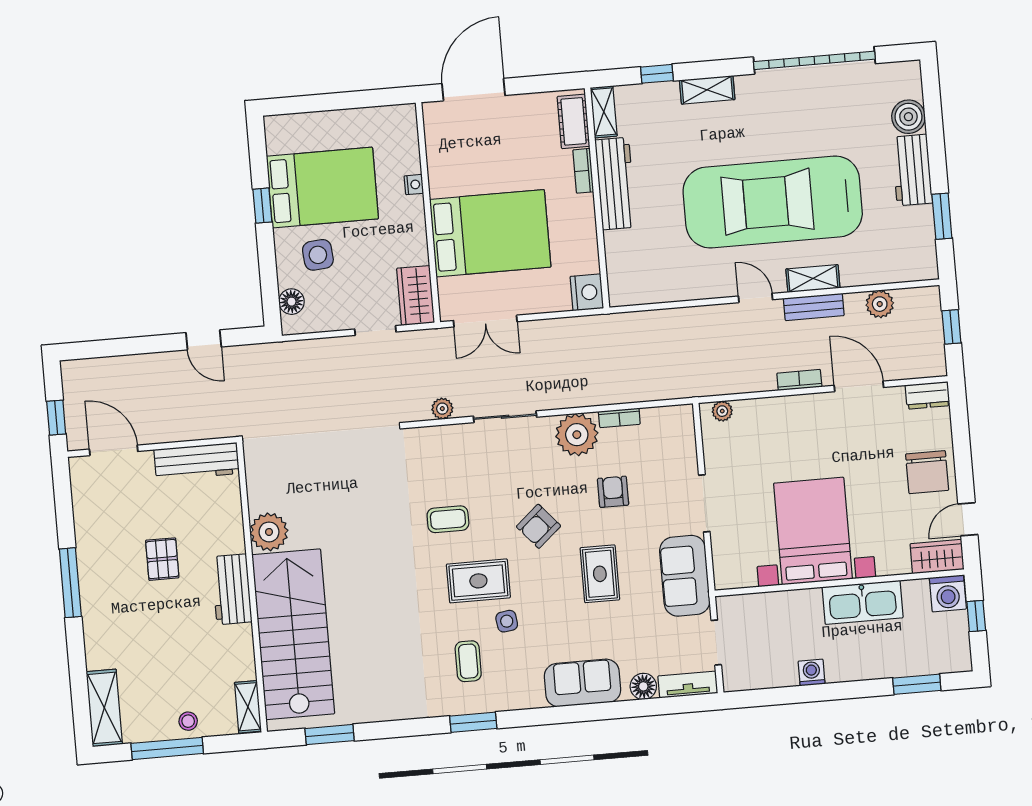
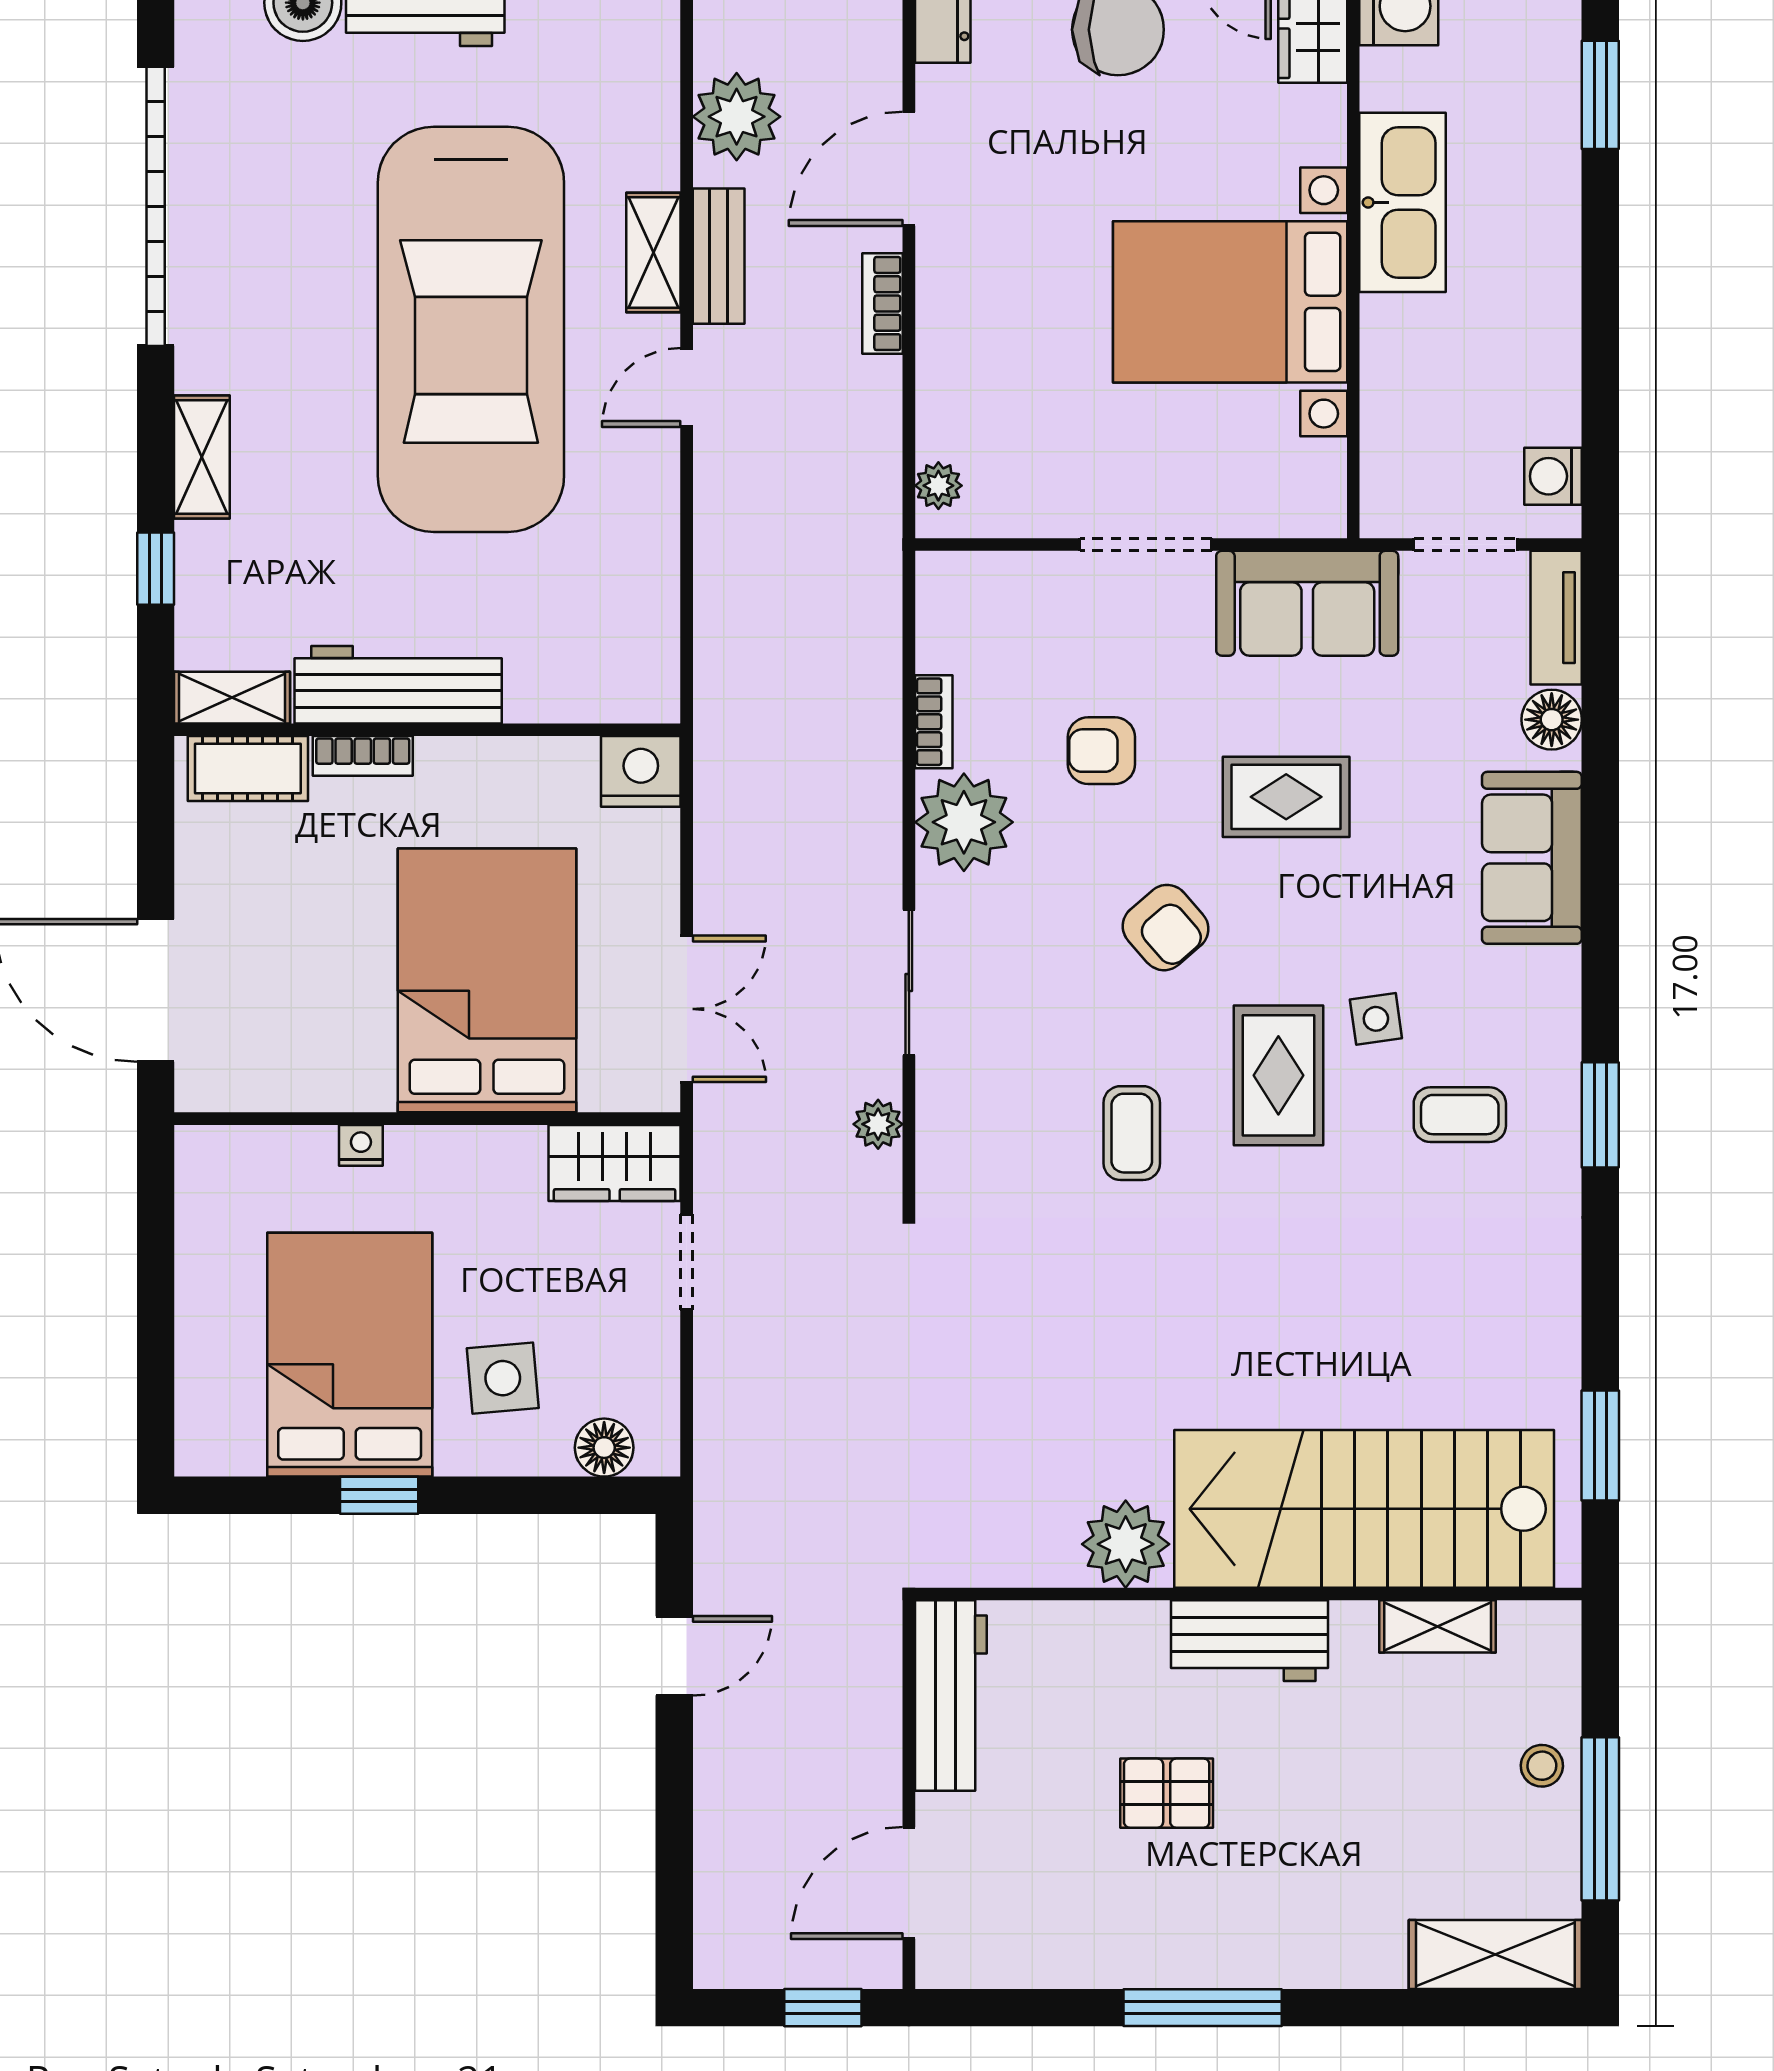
plant: (880, 304) -> (737, 117), width x1.36, depth x1.36
washing machine: (812, 673) -> (1553, 476), moved
shelving: (248, 707) -> (1438, 1626), moved

